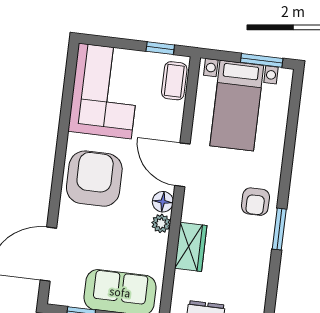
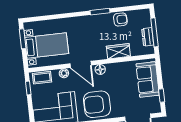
door: (182, 165) -> (81, 64), hinge flipped
armchair: (255, 202) -> (120, 19), moved
plant: (161, 223) -> (64, 73), moved

